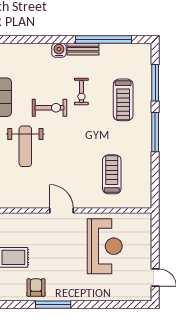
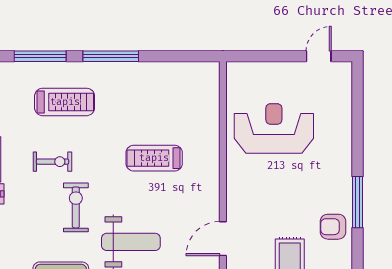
treadmill: (112, 174) -> (154, 158), moved
door: (61, 211) -> (223, 239), moved

